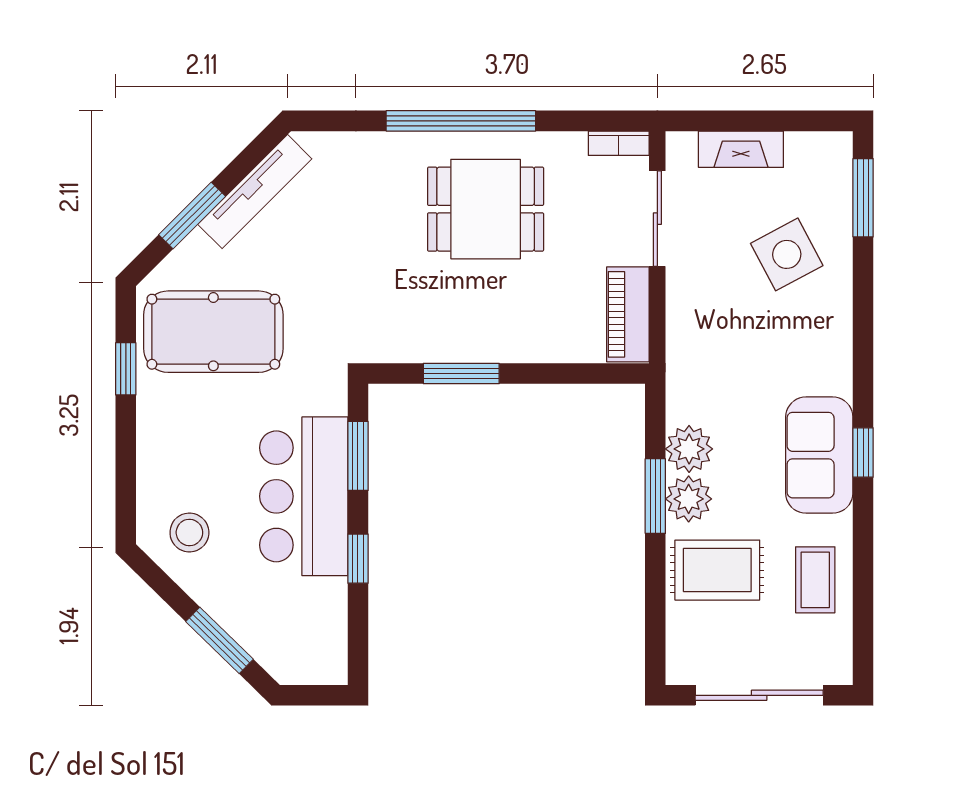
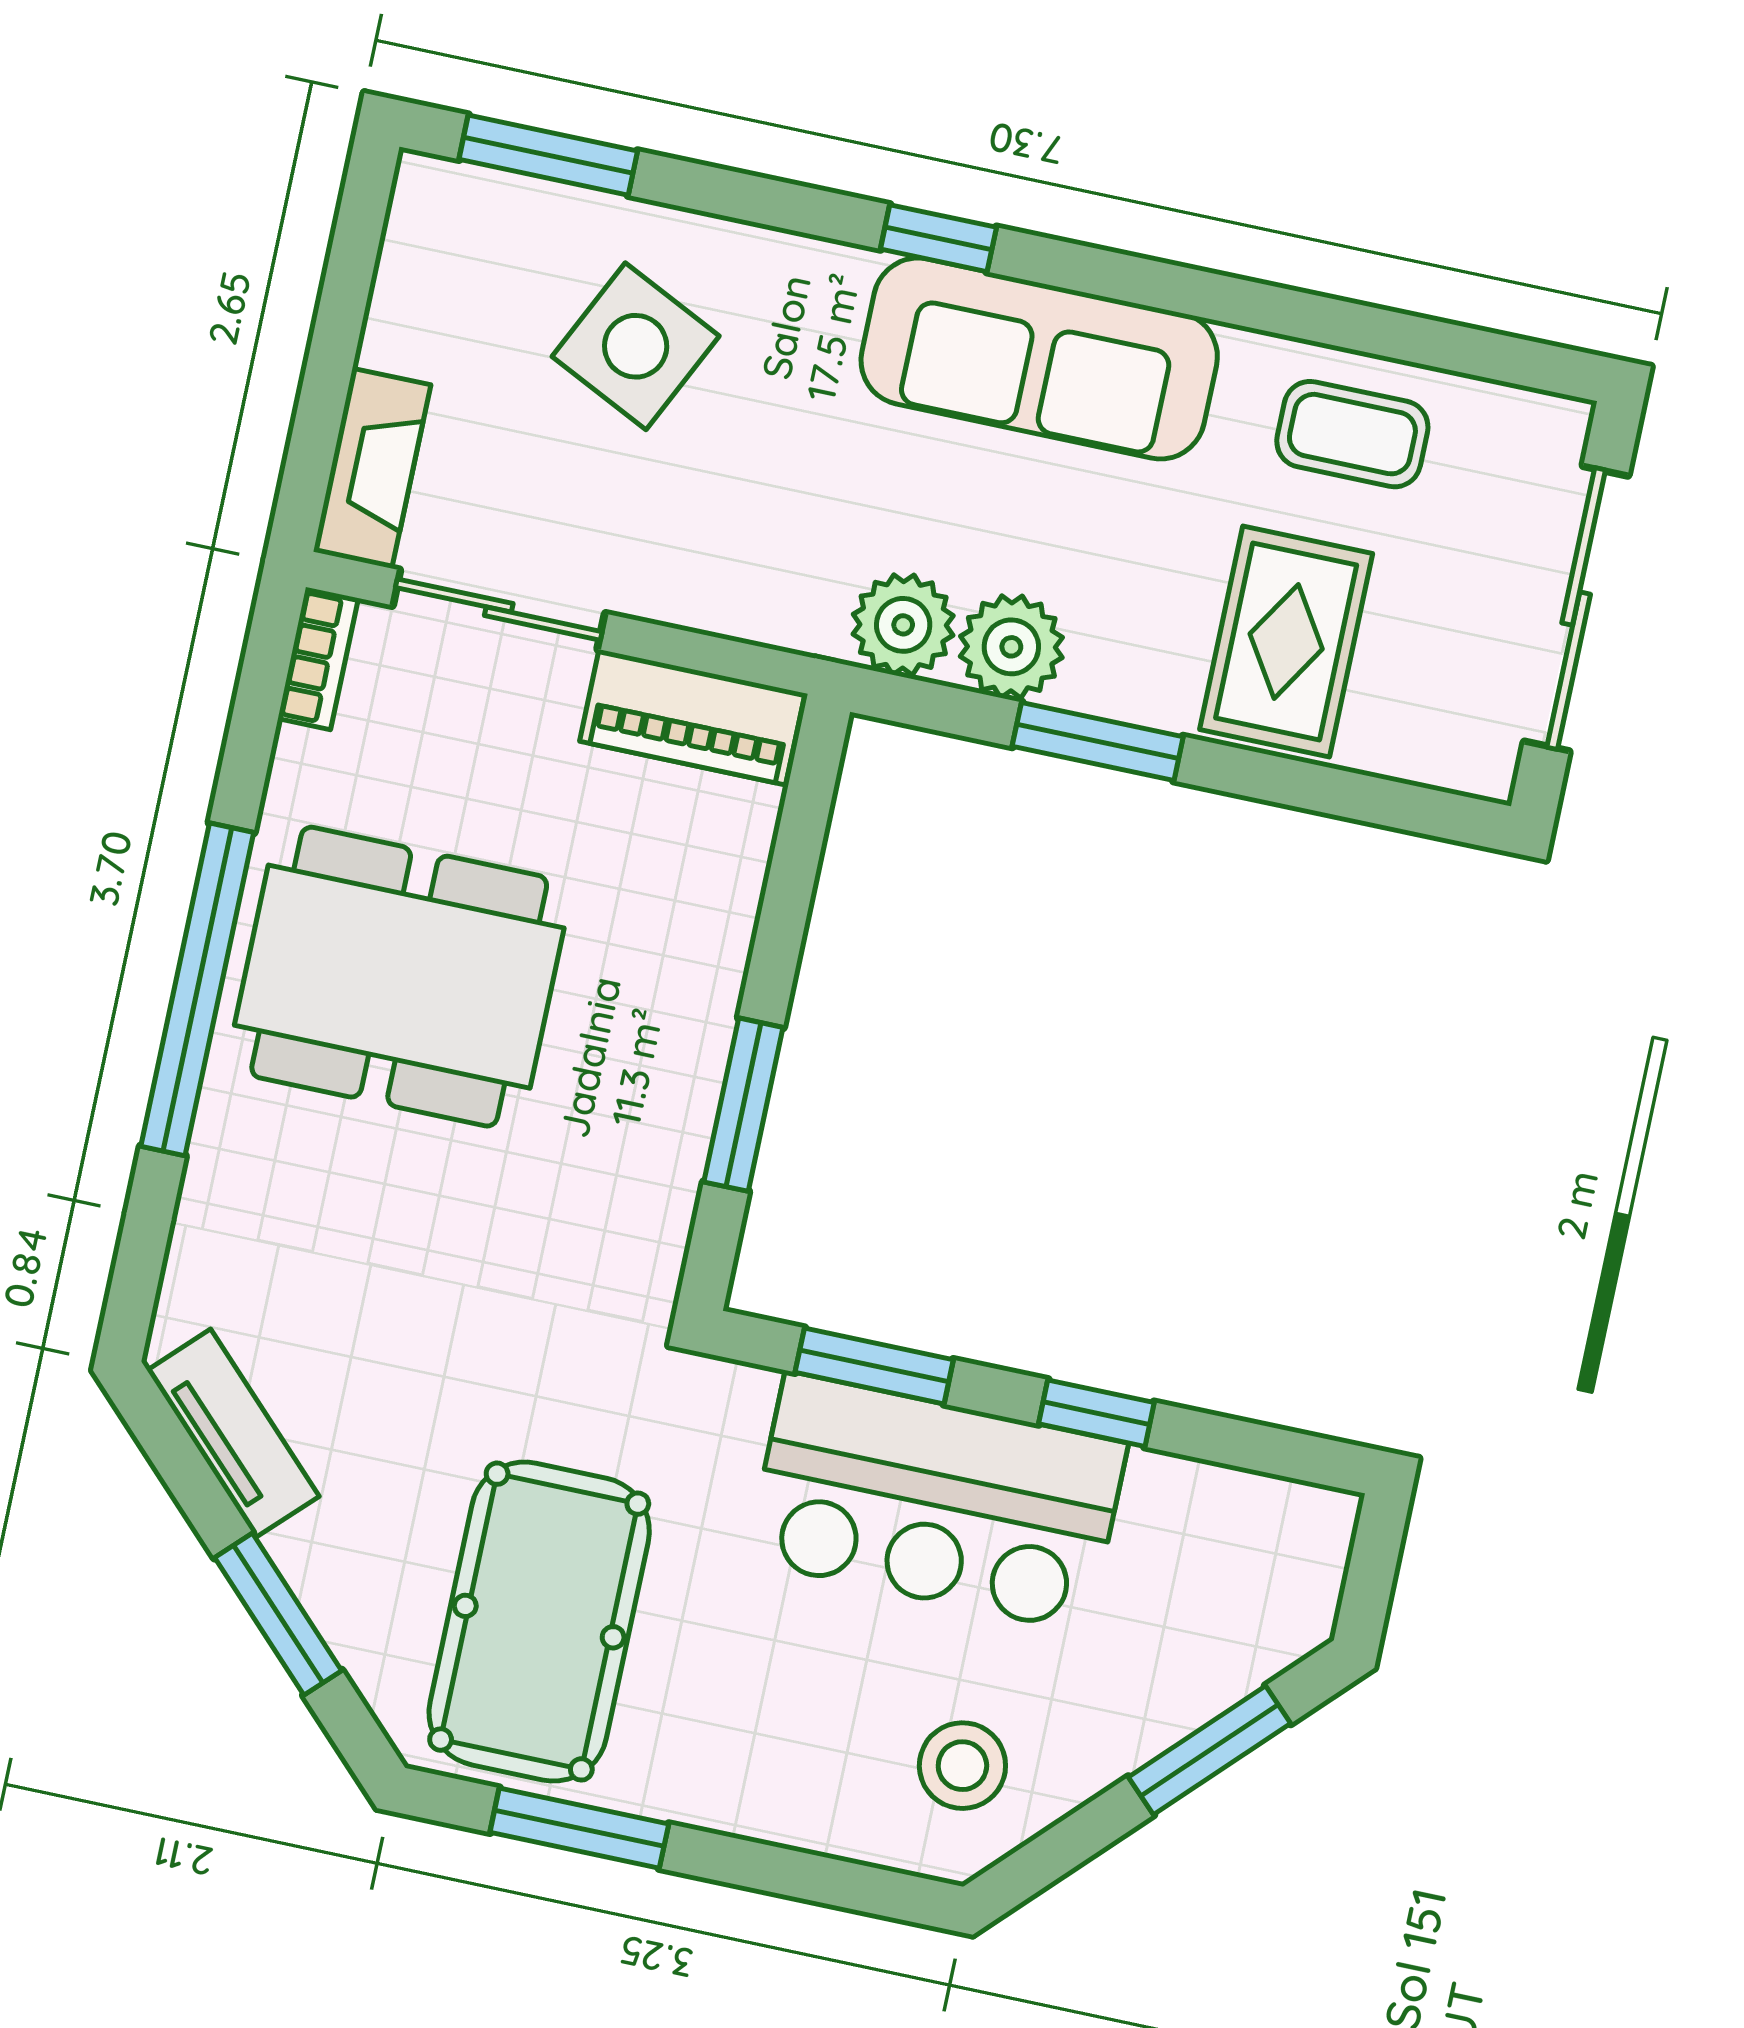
fireplace: (741, 149) -> (372, 468), moved
tv unit: (255, 192) -> (233, 1433), width x0.71
dining table: (486, 209) -> (399, 977), width x1.38
side table: (787, 254) -> (636, 346), turned -36
window: (126, 369) -> (579, 1828), width x1.50
window: (863, 452) -> (938, 238), moved
sofa: (819, 455) -> (1039, 358), width x1.36
plant: (689, 499) -> (903, 625), moved

